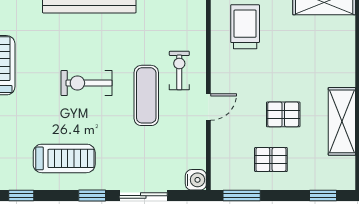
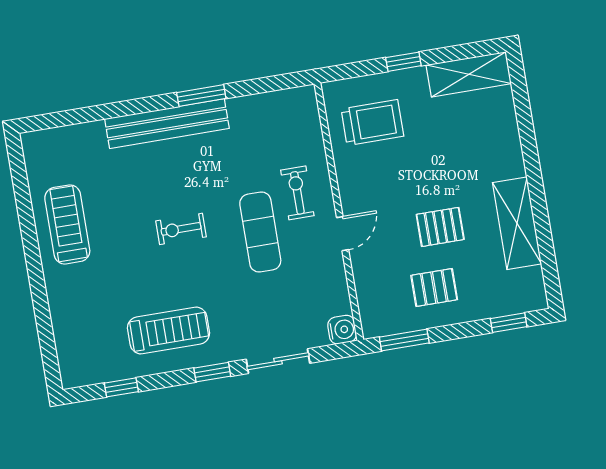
trolley: (245, 27) -> (372, 123), turned 90
exercise bike: (87, 83) -> (181, 229), width x0.73, depth x0.72

